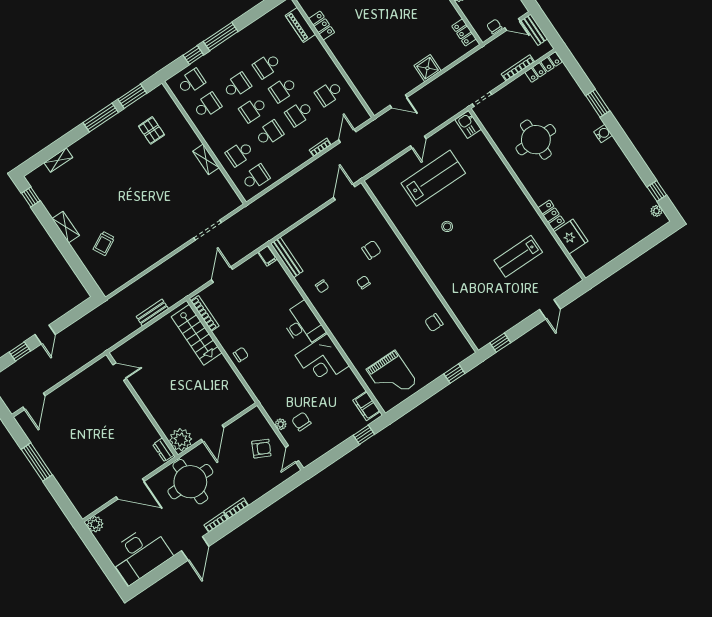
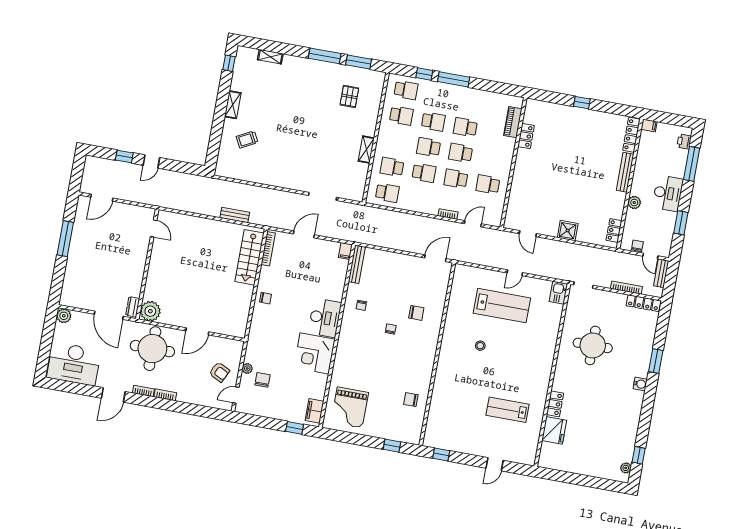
door: (120, 372) -> (154, 228), moved
wall: (142, 405) -> (147, 264), moved
plant: (181, 440) -> (150, 311), moved
dresser: (163, 450) -> (133, 307), moved

